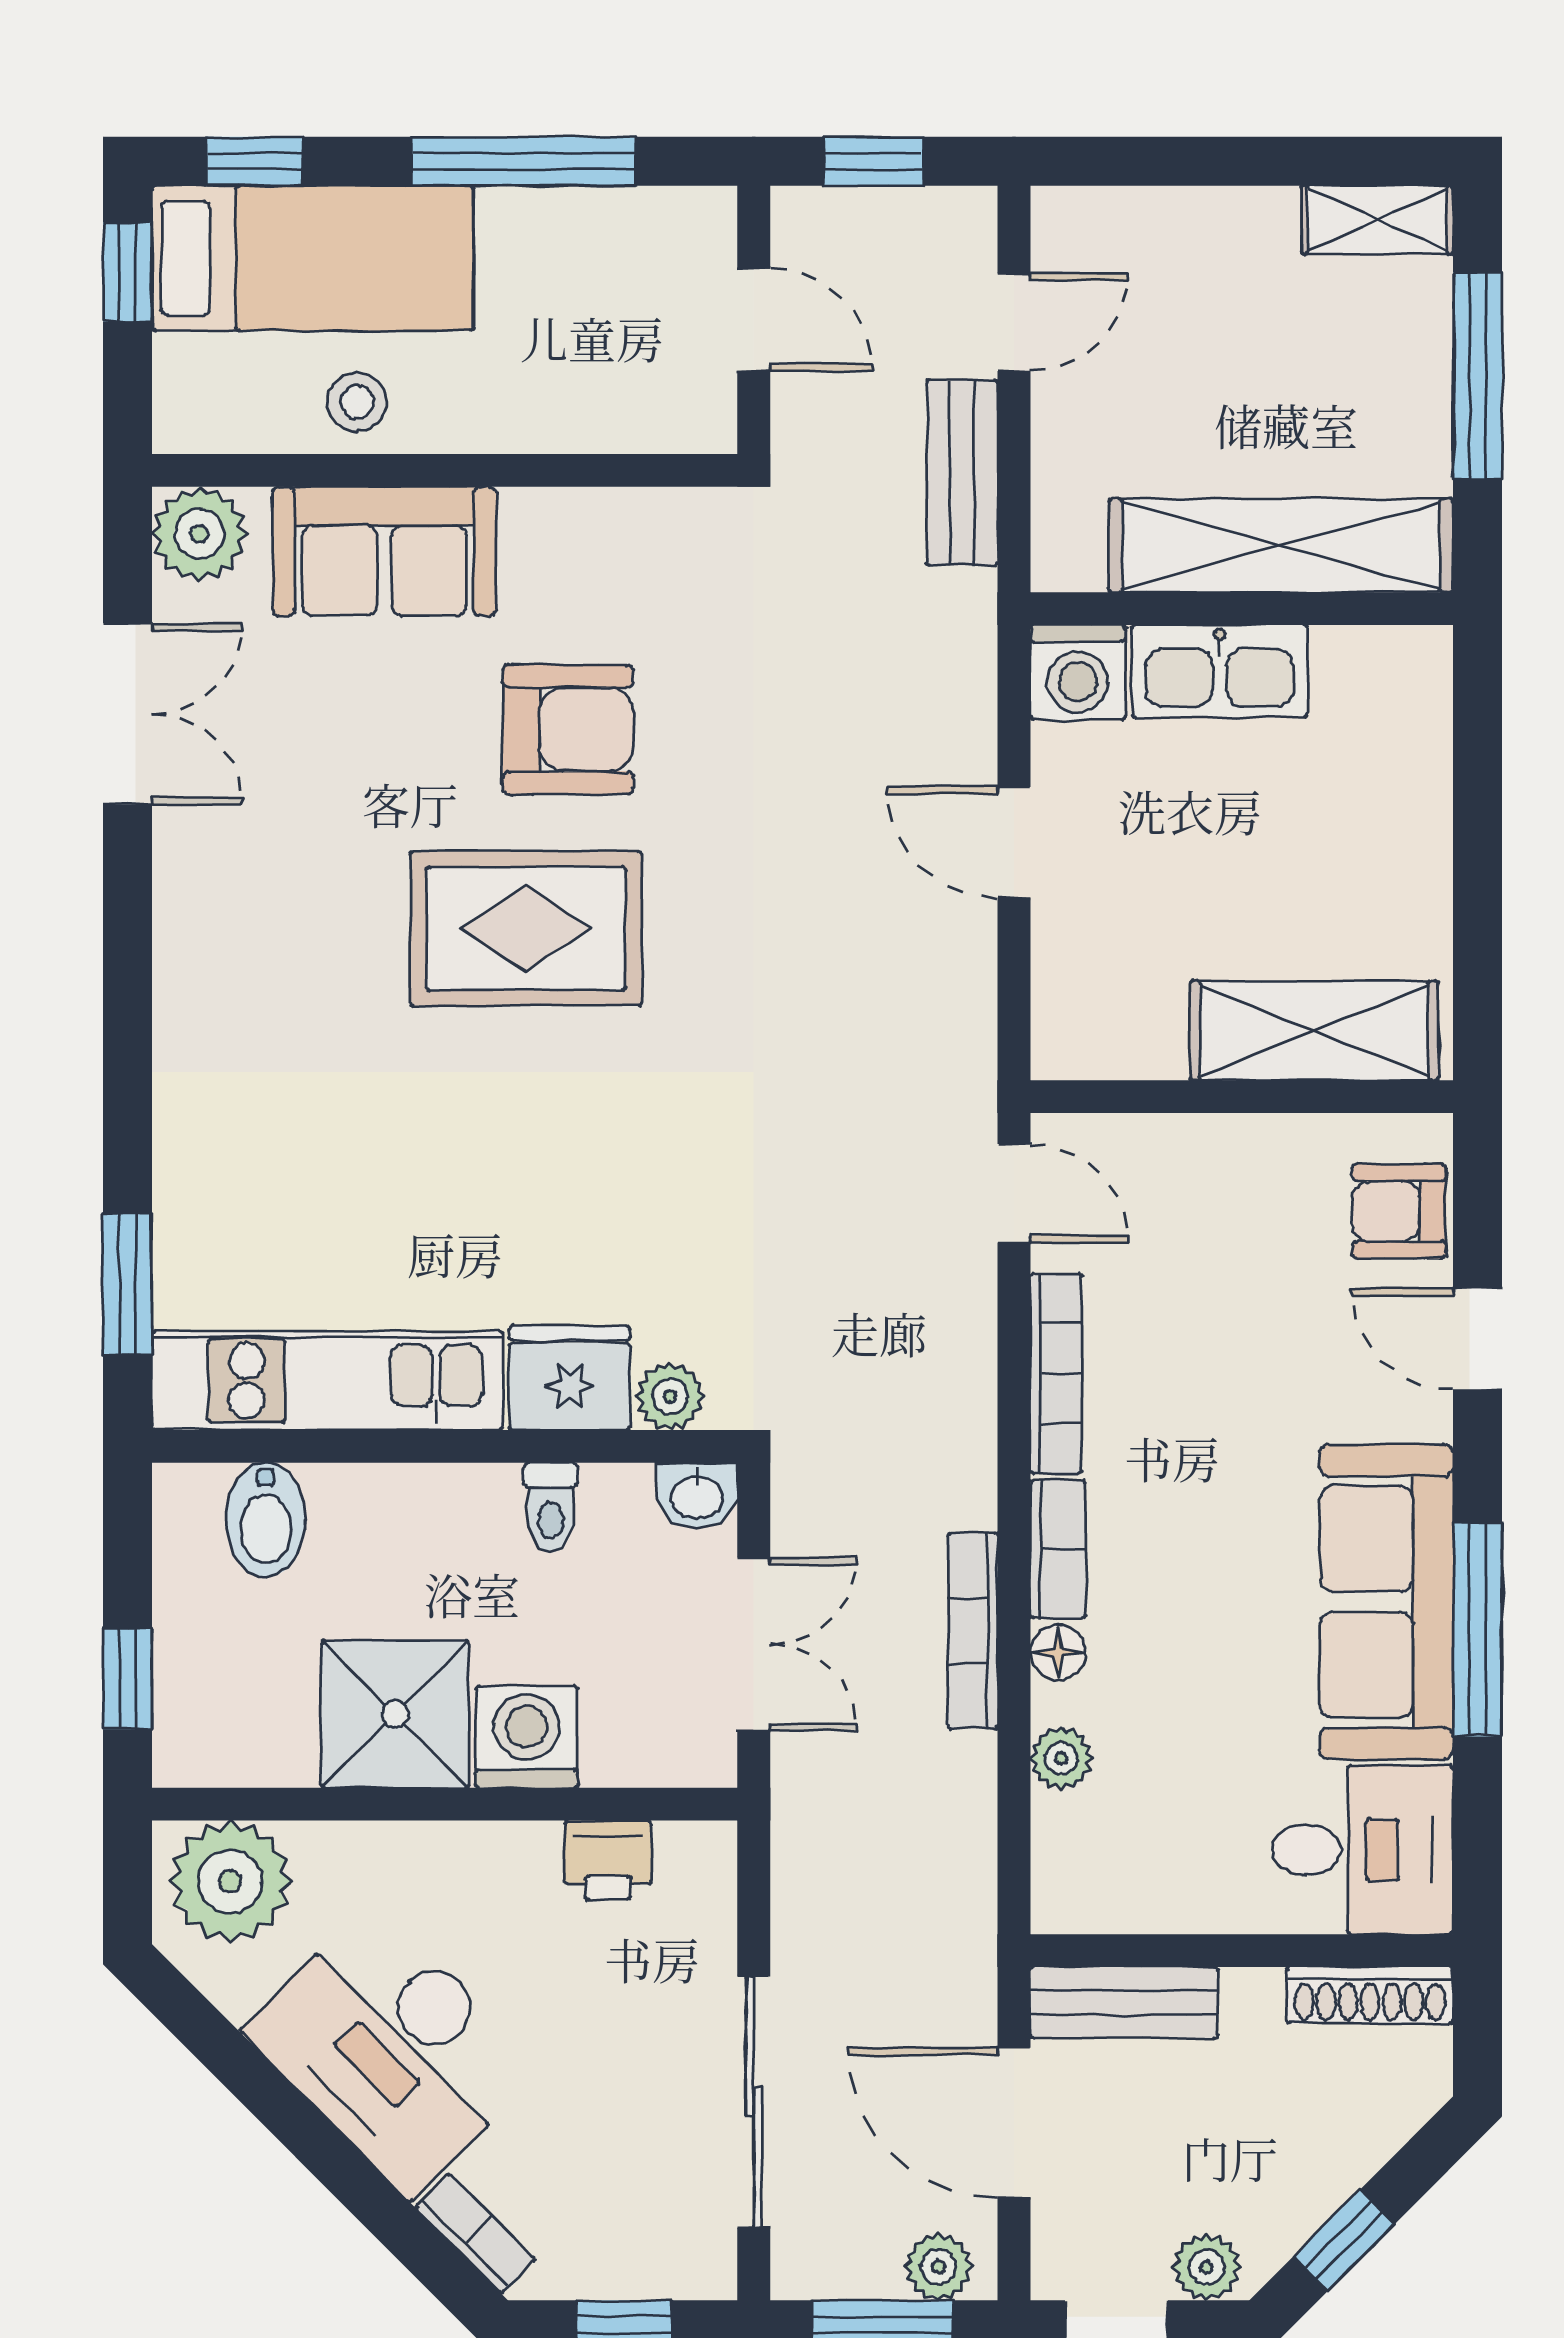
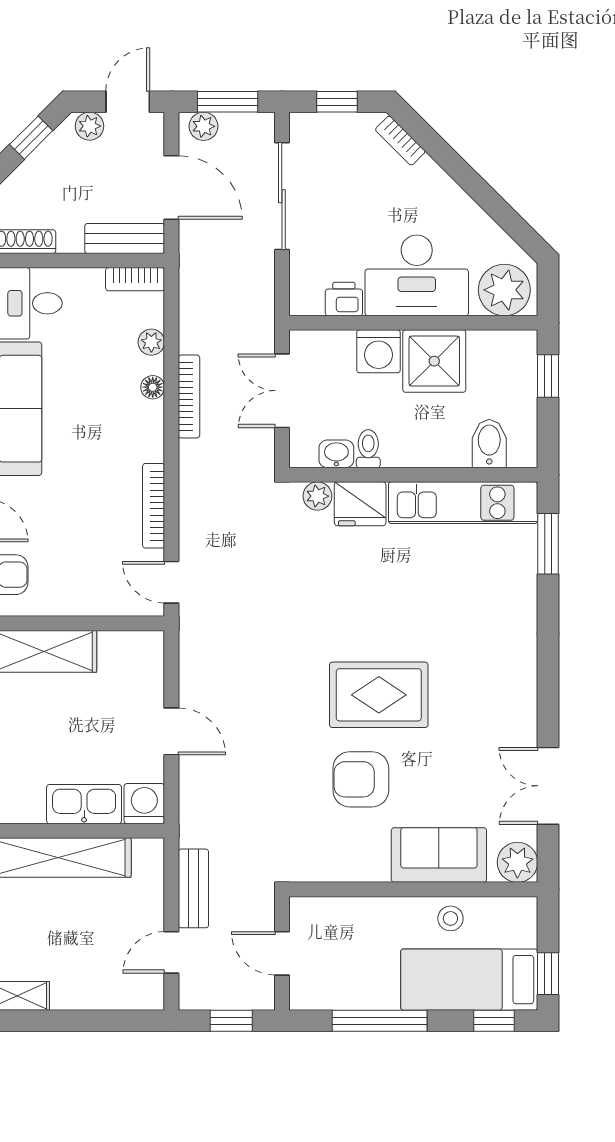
washbasin: (697, 1496) -> (336, 454), moved
bookcase: (1058, 1549) -> (135, 279), moved, turned -90
desk: (392, 2049) -> (417, 275), moved, turned 135

